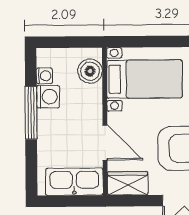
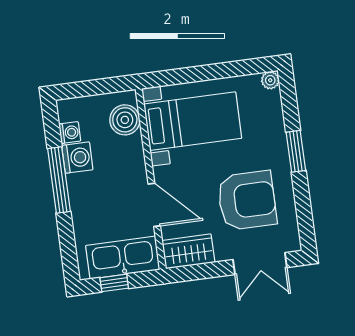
window: (65, 201) -> (114, 283), added

